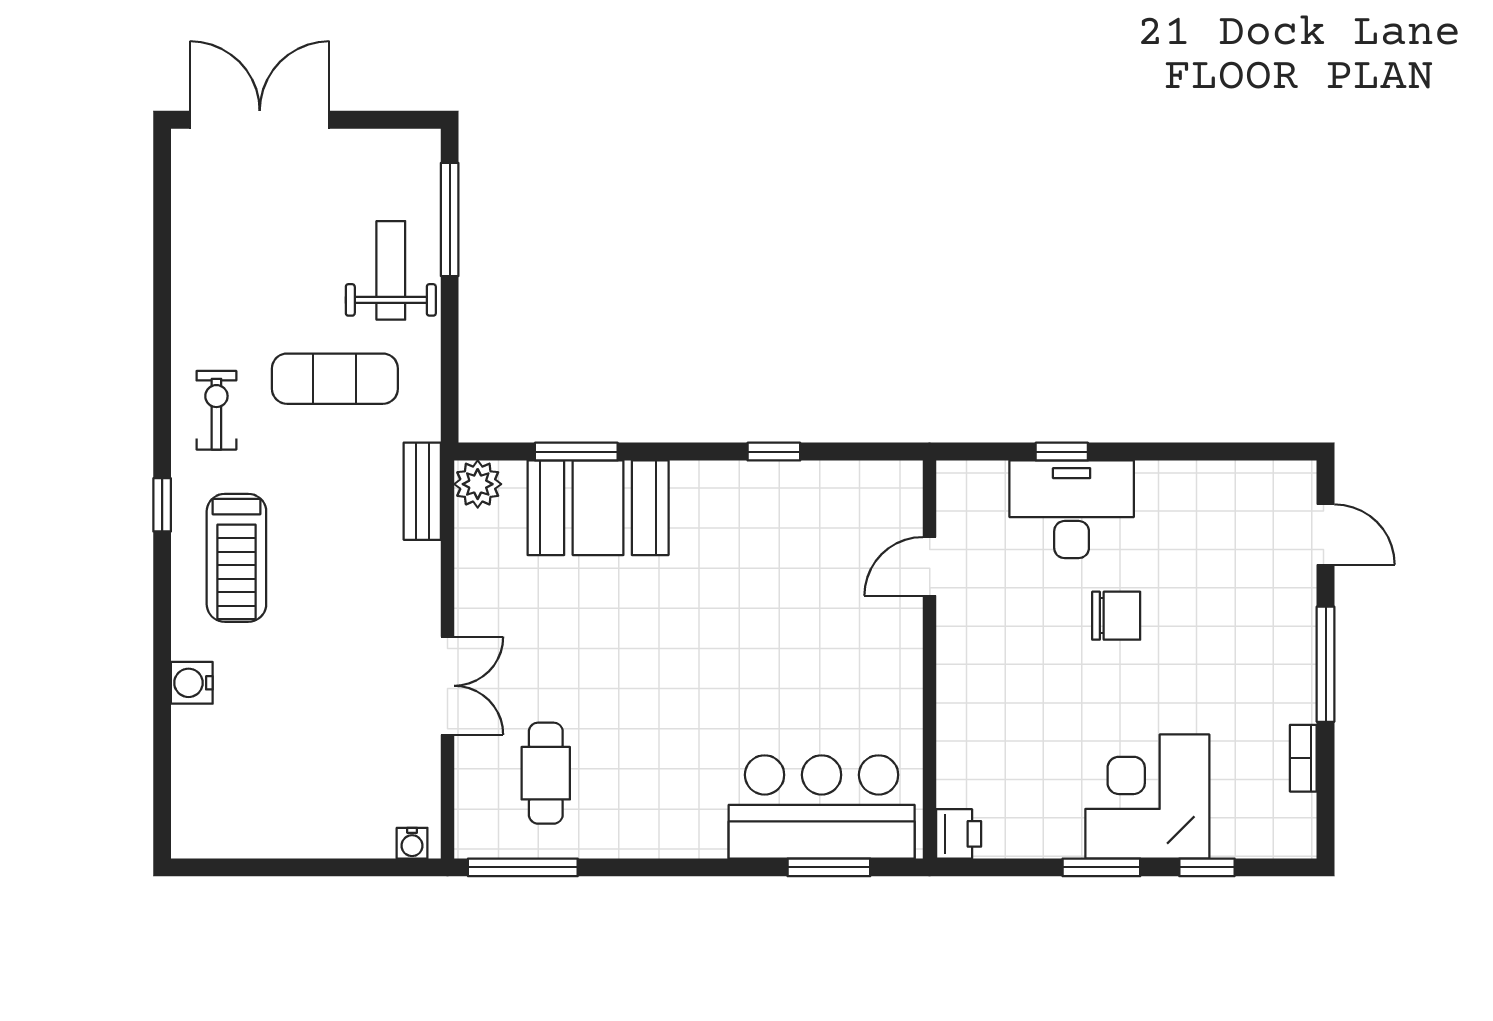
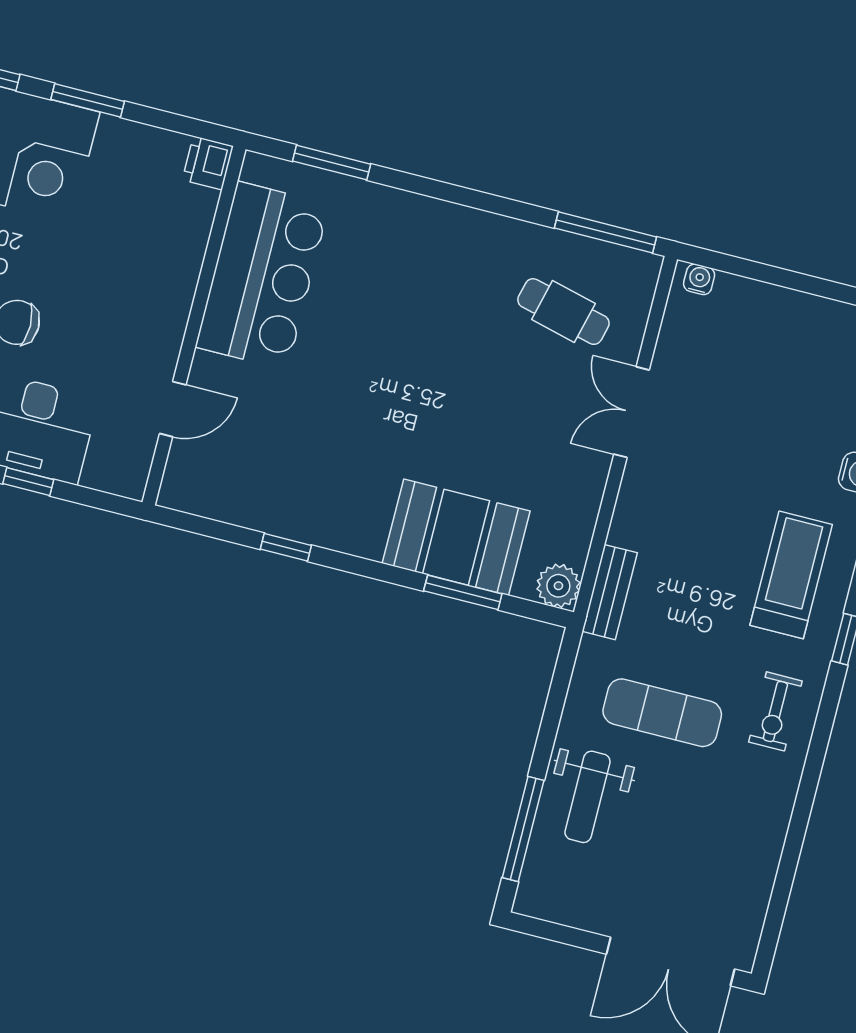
cafe table: (546, 773) -> (563, 312), turned -76
bar counter: (822, 807) -> (262, 276), moved, turned -90

